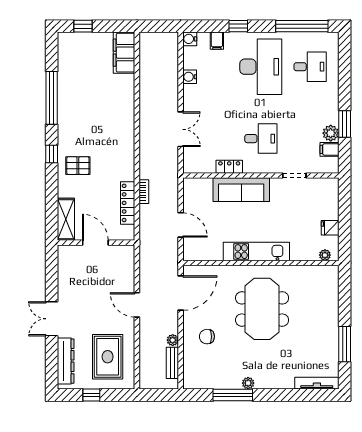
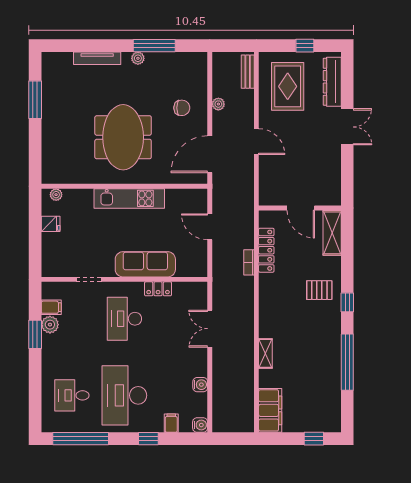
shelving: (128, 106) -> (265, 353), added
desk: (261, 139) -> (124, 319), width x1.37
bench: (172, 363) -> (248, 72), moved
tv unit: (317, 383) -> (97, 58), moved

